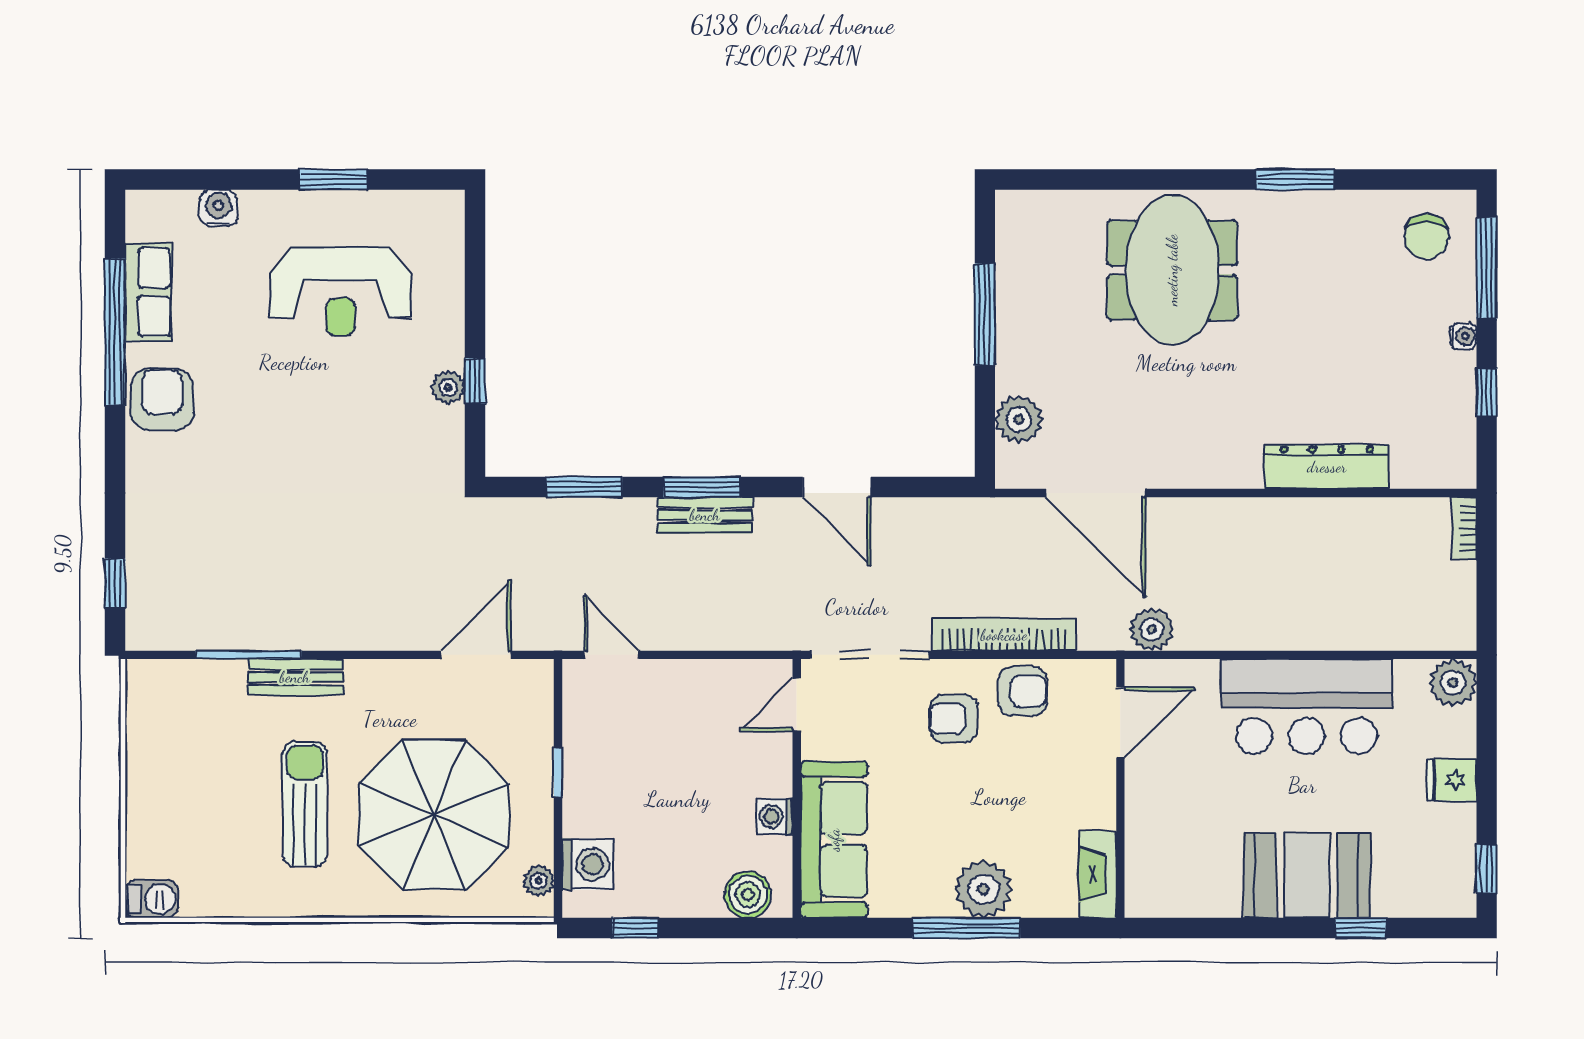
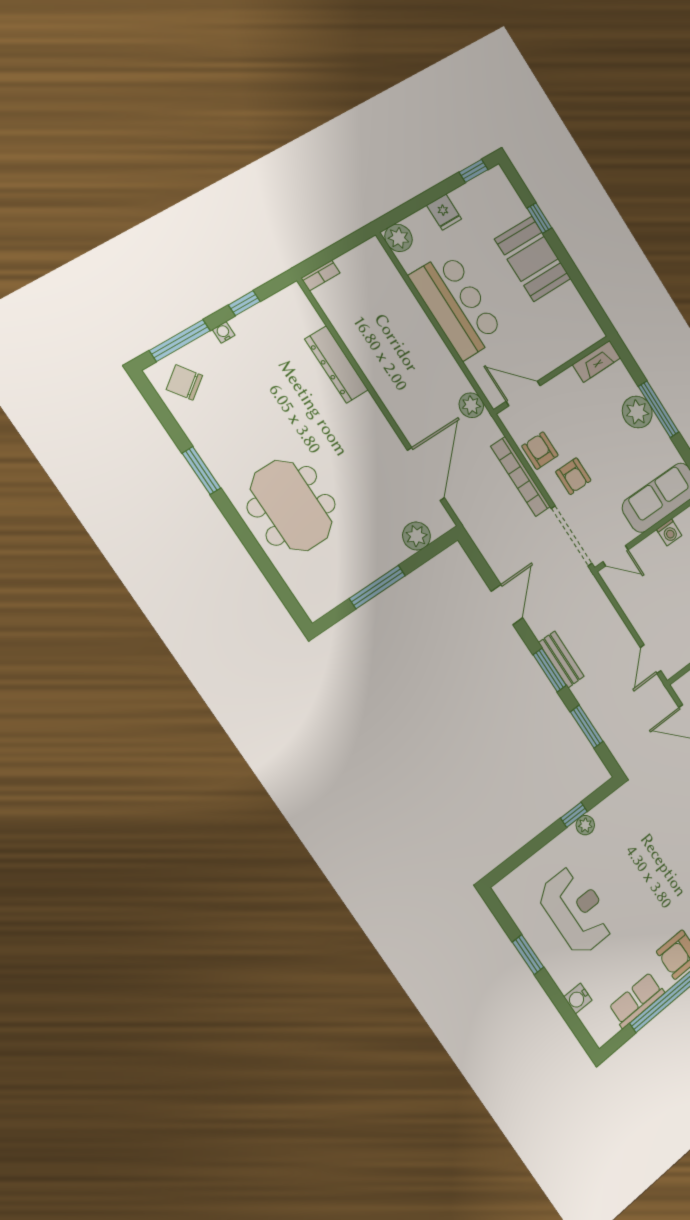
chair: (1427, 237) -> (184, 382), turned -126
meeting table: (1172, 270) -> (291, 506), turned 90

